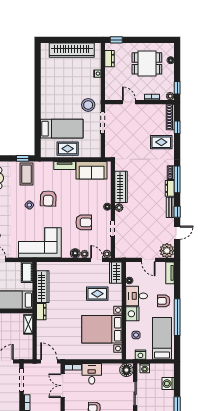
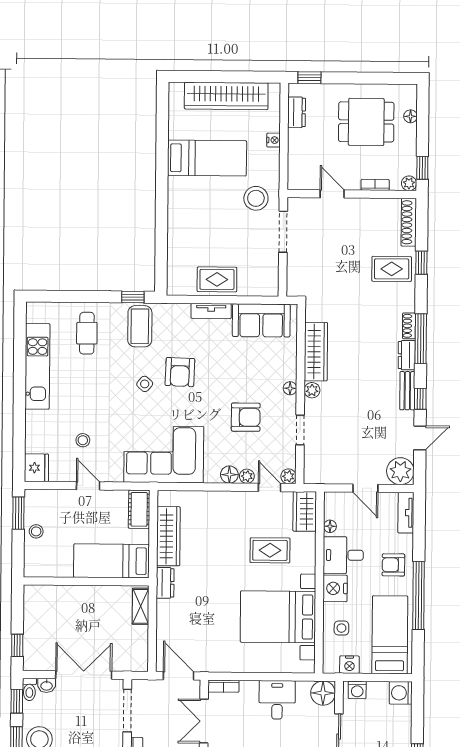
window: (177, 127) -> (421, 263), moved
bed: (62, 129) -> (207, 158), moved
desk: (92, 374) -> (277, 700), moved
washing machine: (168, 384) -> (401, 693), moved

